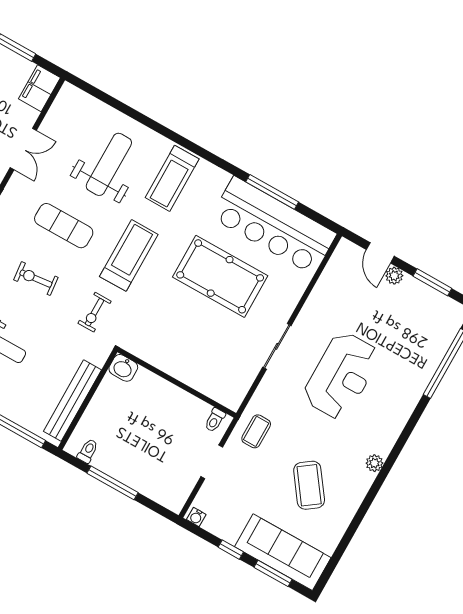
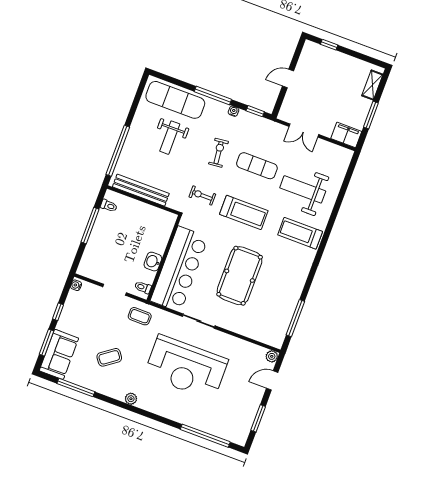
weight bench: (109, 164) -> (303, 189), turned 180
window: (272, 192) -> (295, 318), moved
exercise mat: (64, 226) -> (257, 166), turned 90
bar counter: (274, 226) -> (179, 269), moved, turned 180
plant: (394, 276) -> (272, 356), moved
washbasin: (123, 368) -> (153, 262), moved
reception desk: (342, 376) -> (186, 367), width x1.36, depth x1.30
coffee table: (309, 485) -> (109, 357), width x0.73, depth x0.77
window: (345, 541) -> (76, 388), added
sofa: (283, 552) -> (59, 354), width x0.73

